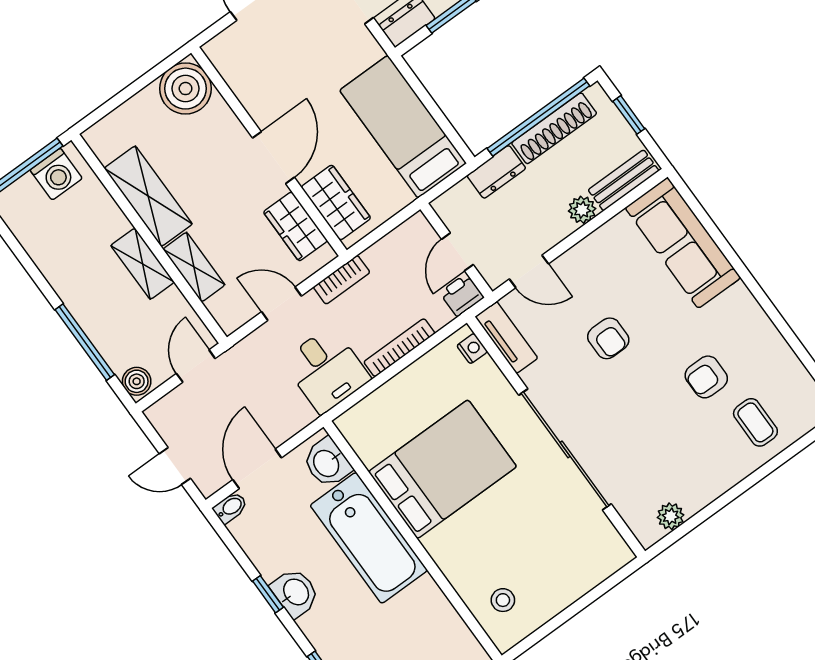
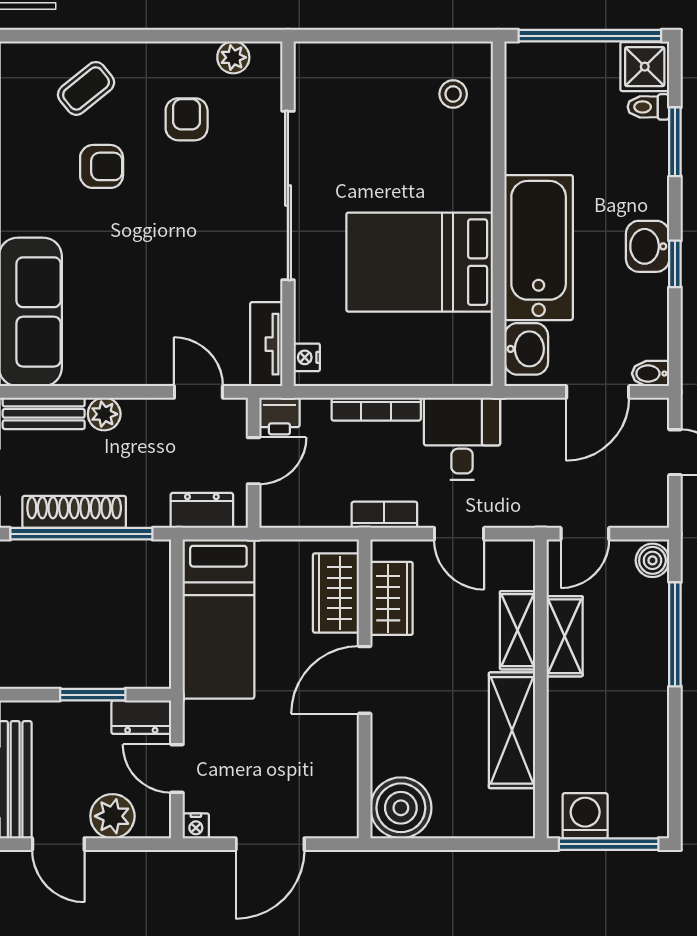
dresser: (496, 172) -> (202, 510), moved
shelving: (143, 264) -> (565, 636), moved
armchair: (608, 338) -> (187, 119), moved
coffee table: (755, 422) -> (86, 88), turned 51

